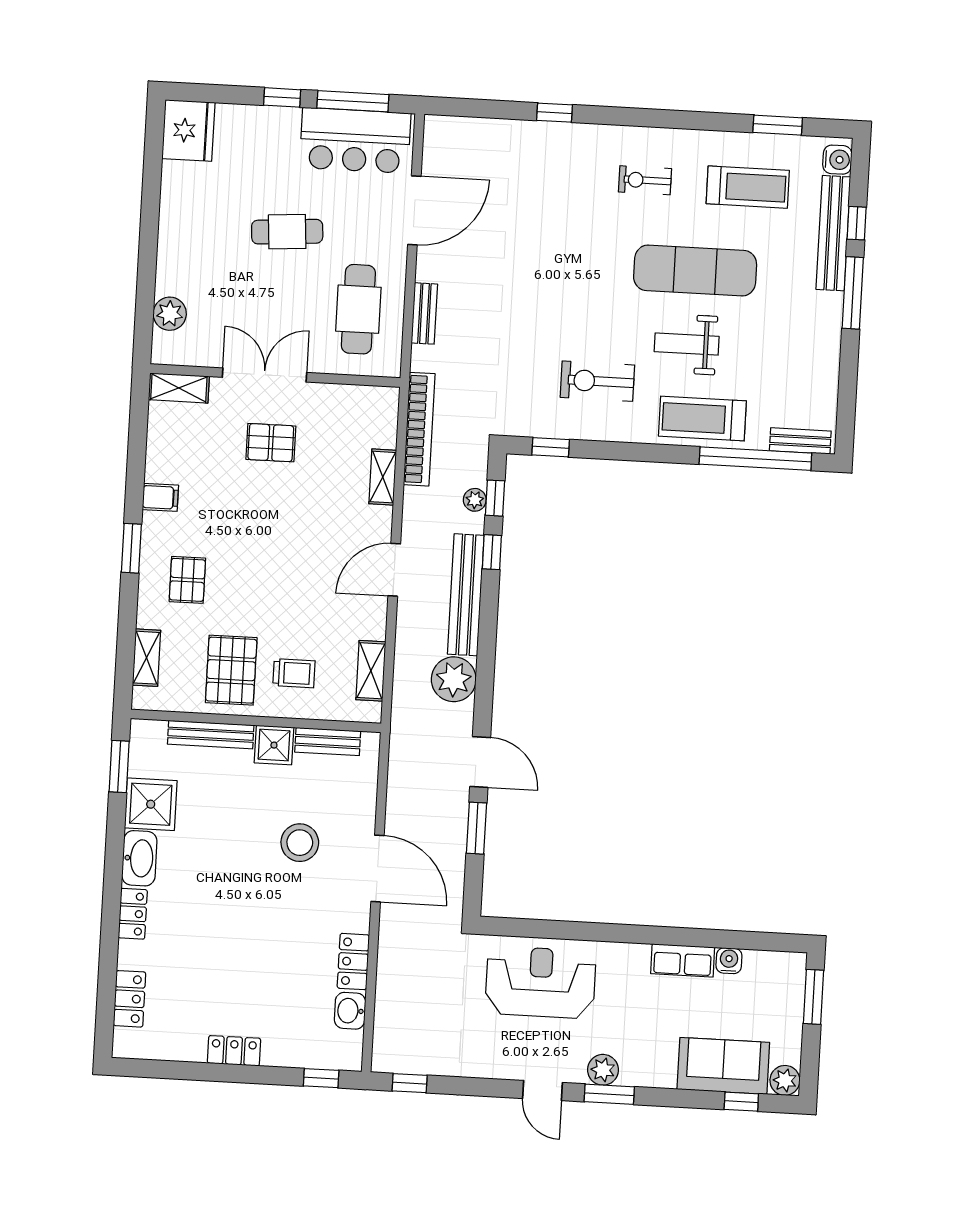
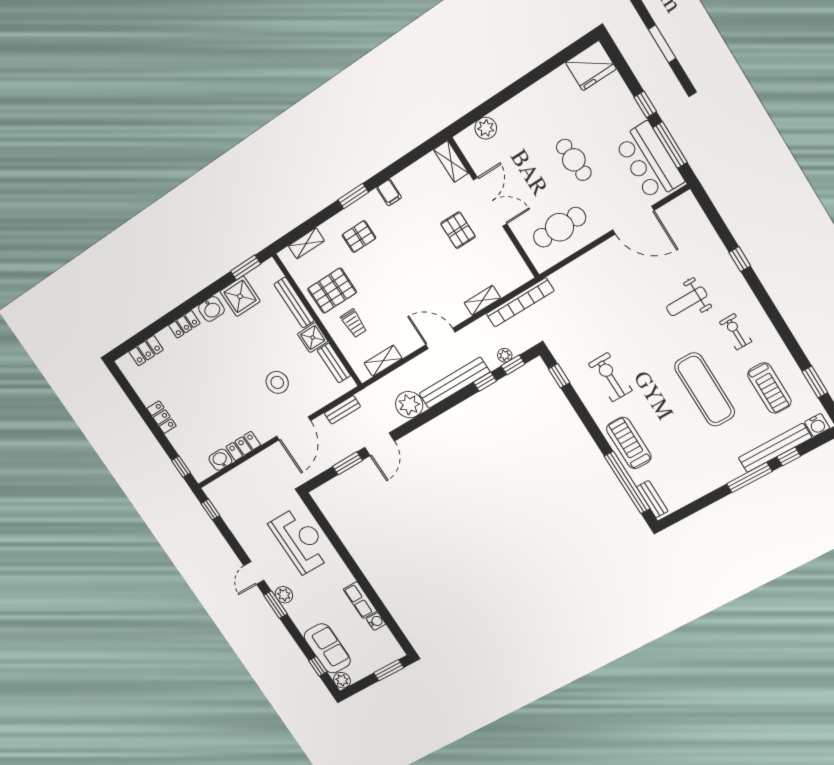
bench: (424, 313) -> (342, 410), moved
weight bench: (687, 344) -> (687, 301), moved, turned -90
washbasin: (139, 858) -> (211, 309), width x0.72

